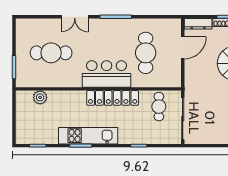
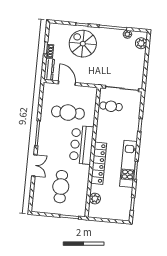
locker: (113, 98) -> (99, 163), moved

